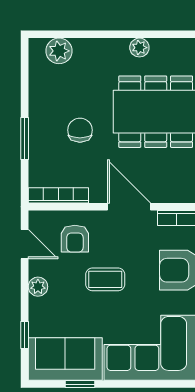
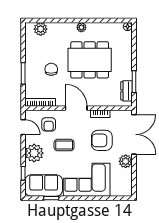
plant: (38, 287) -> (34, 153), width x1.87, depth x1.87

